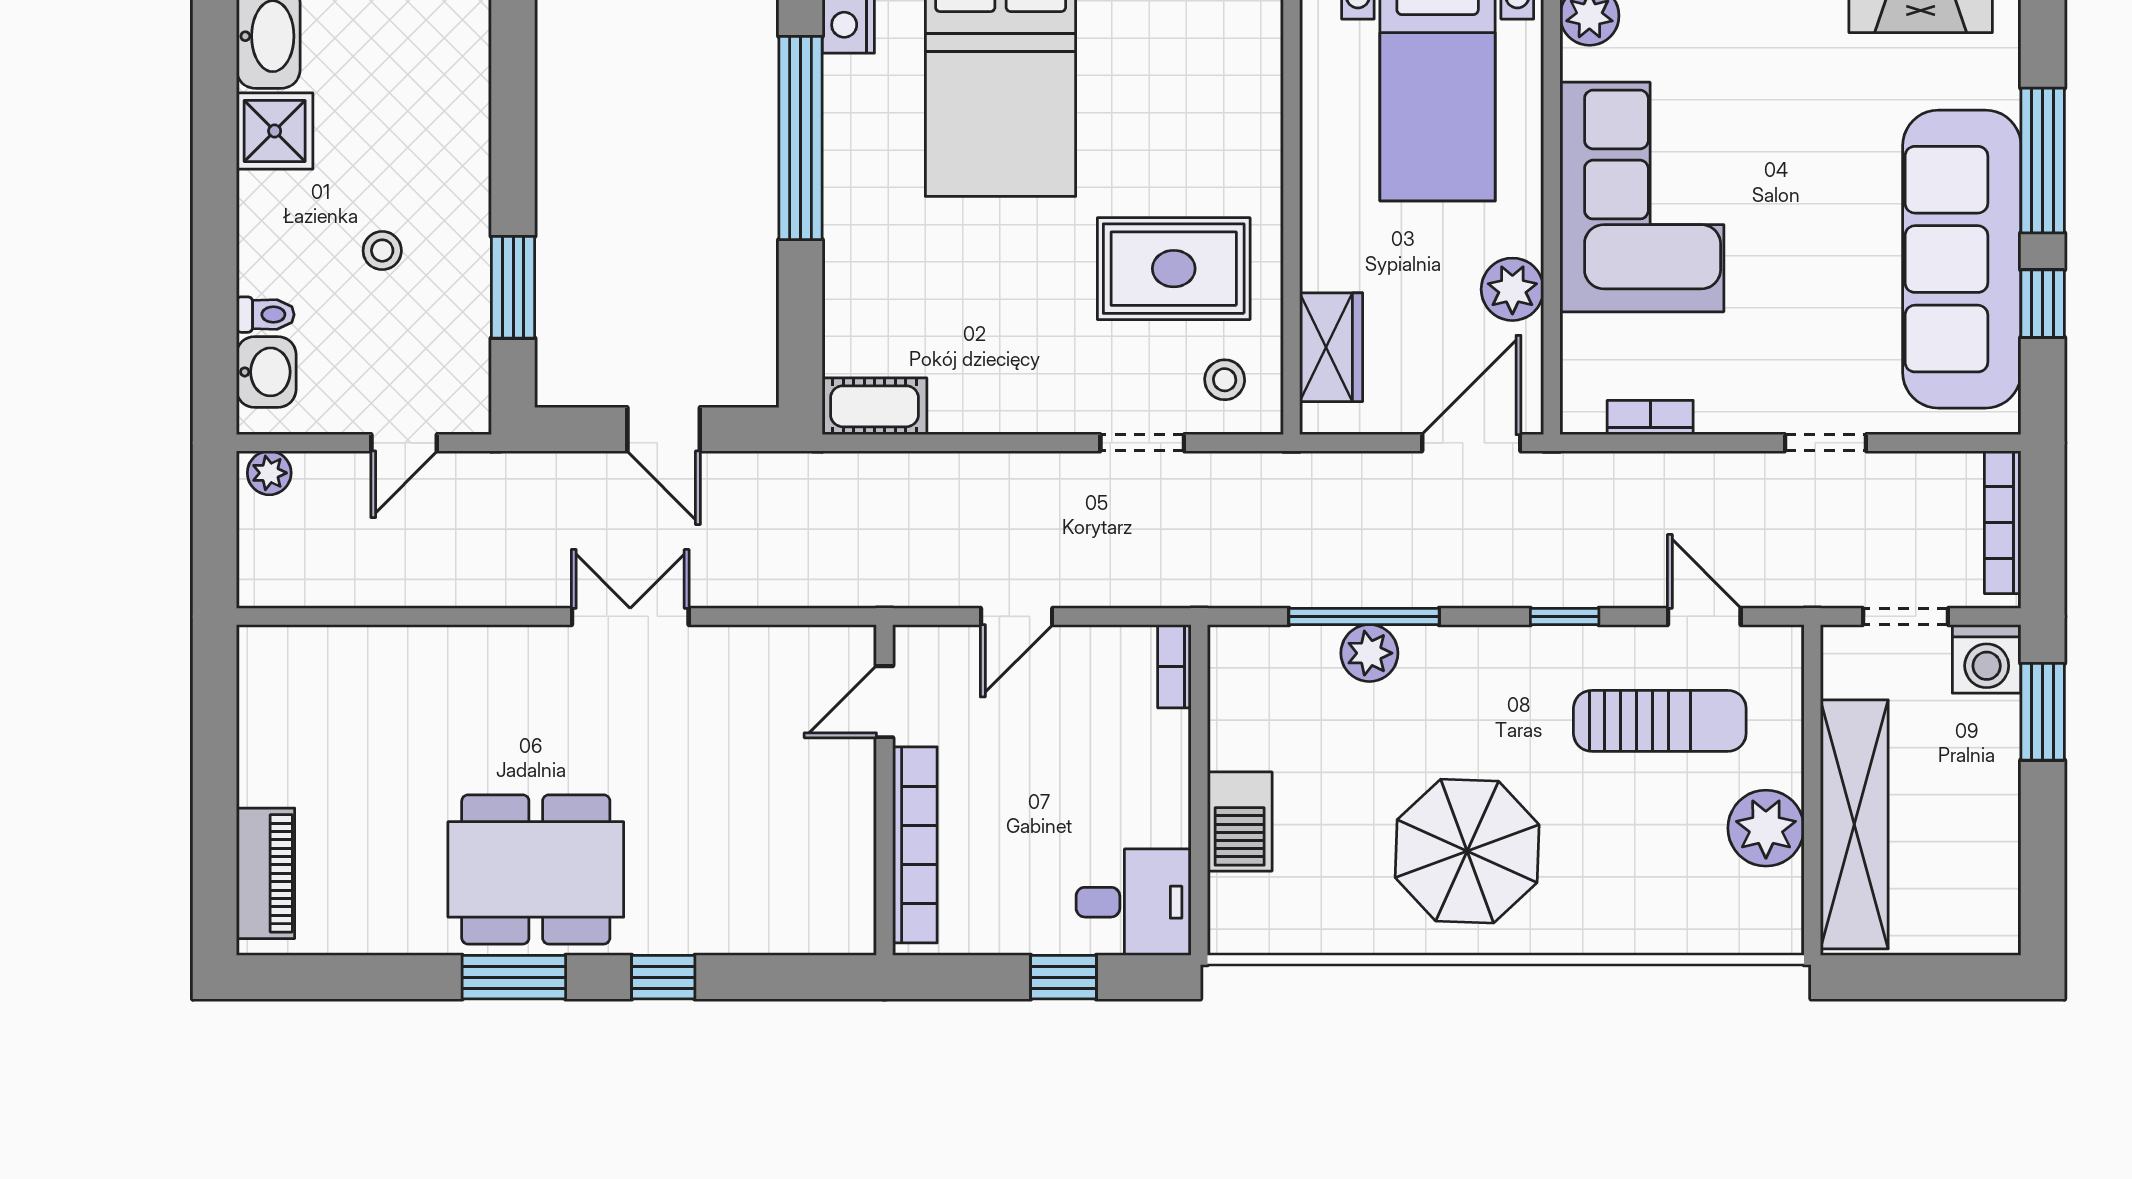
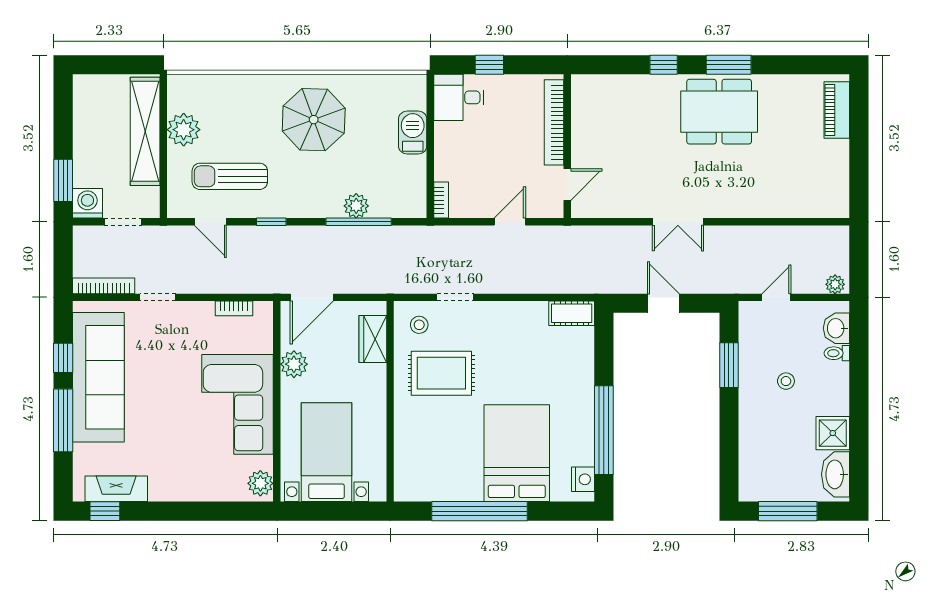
bookcase: (2003, 522) -> (104, 286), moved, turned -90

